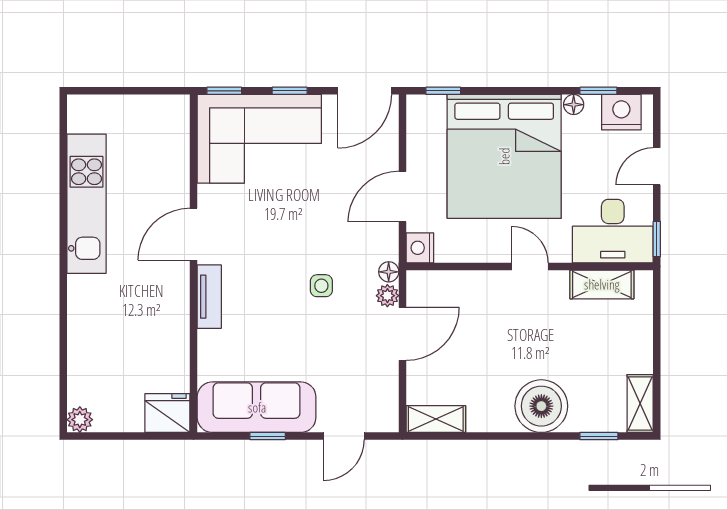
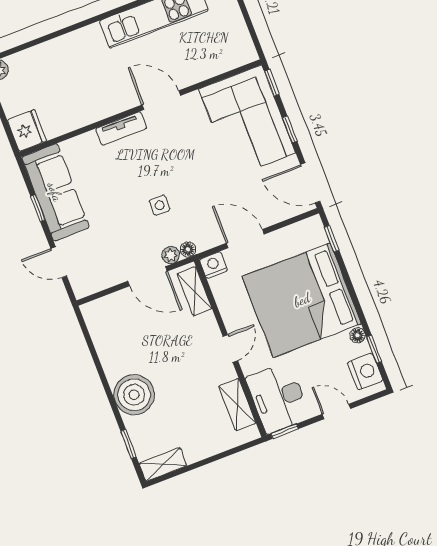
shelving: (436, 419) -> (194, 291), moved

